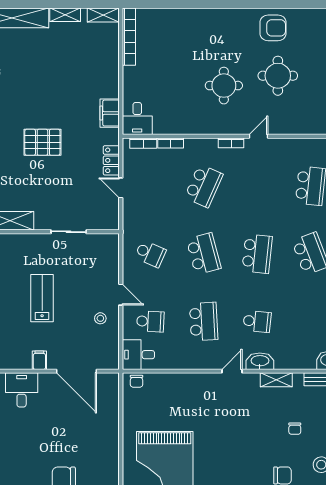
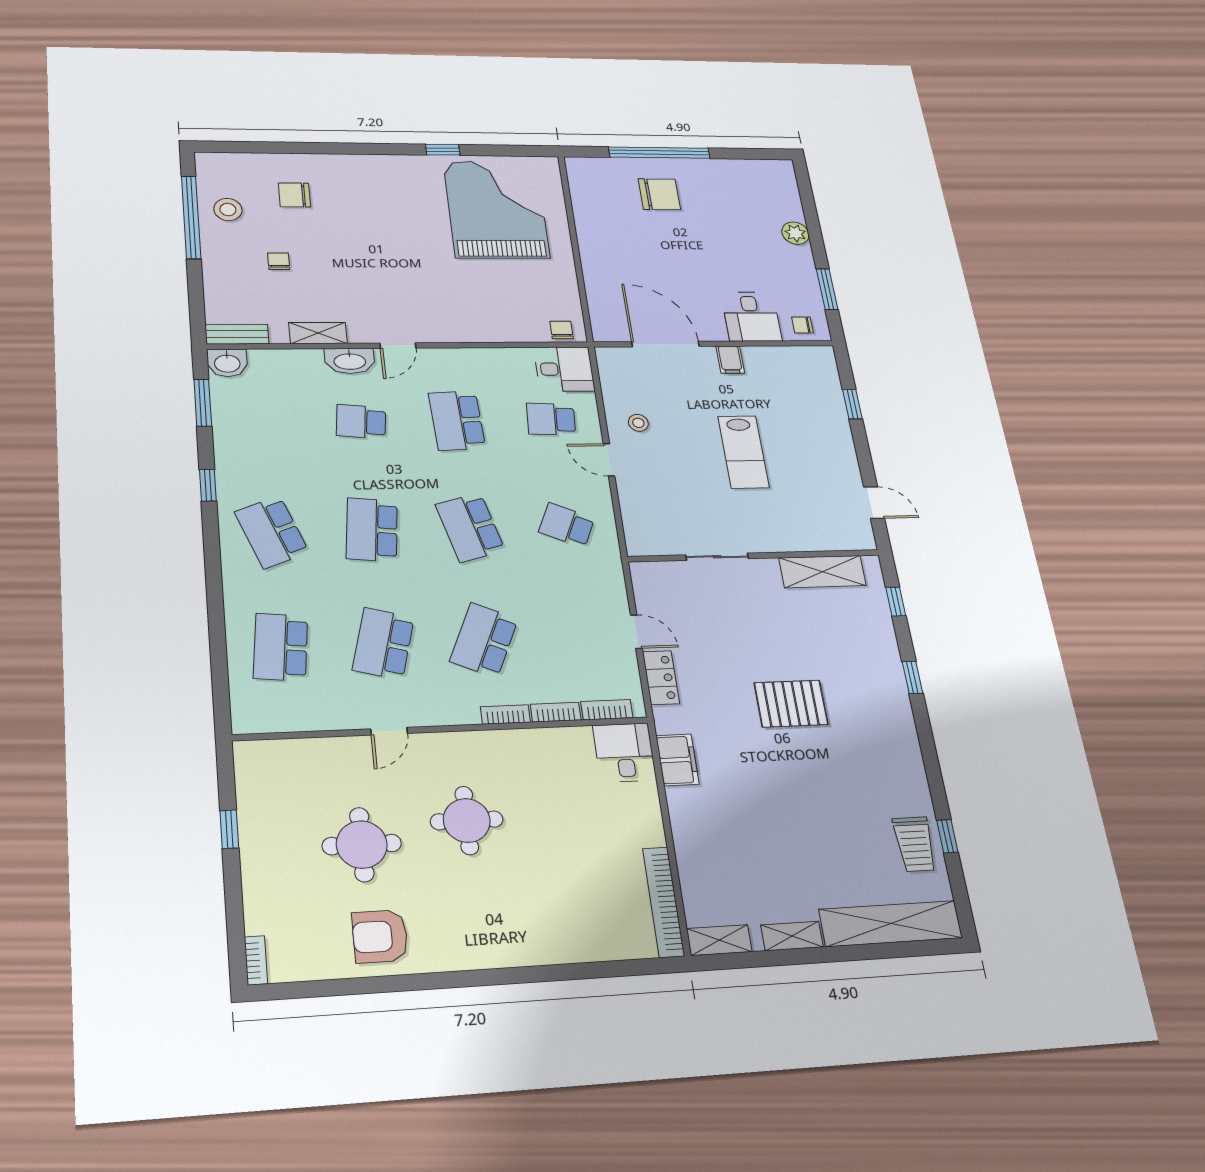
bookcase: (231, 143) -> (505, 714), moved
school desk: (257, 186) -> (383, 644), added

